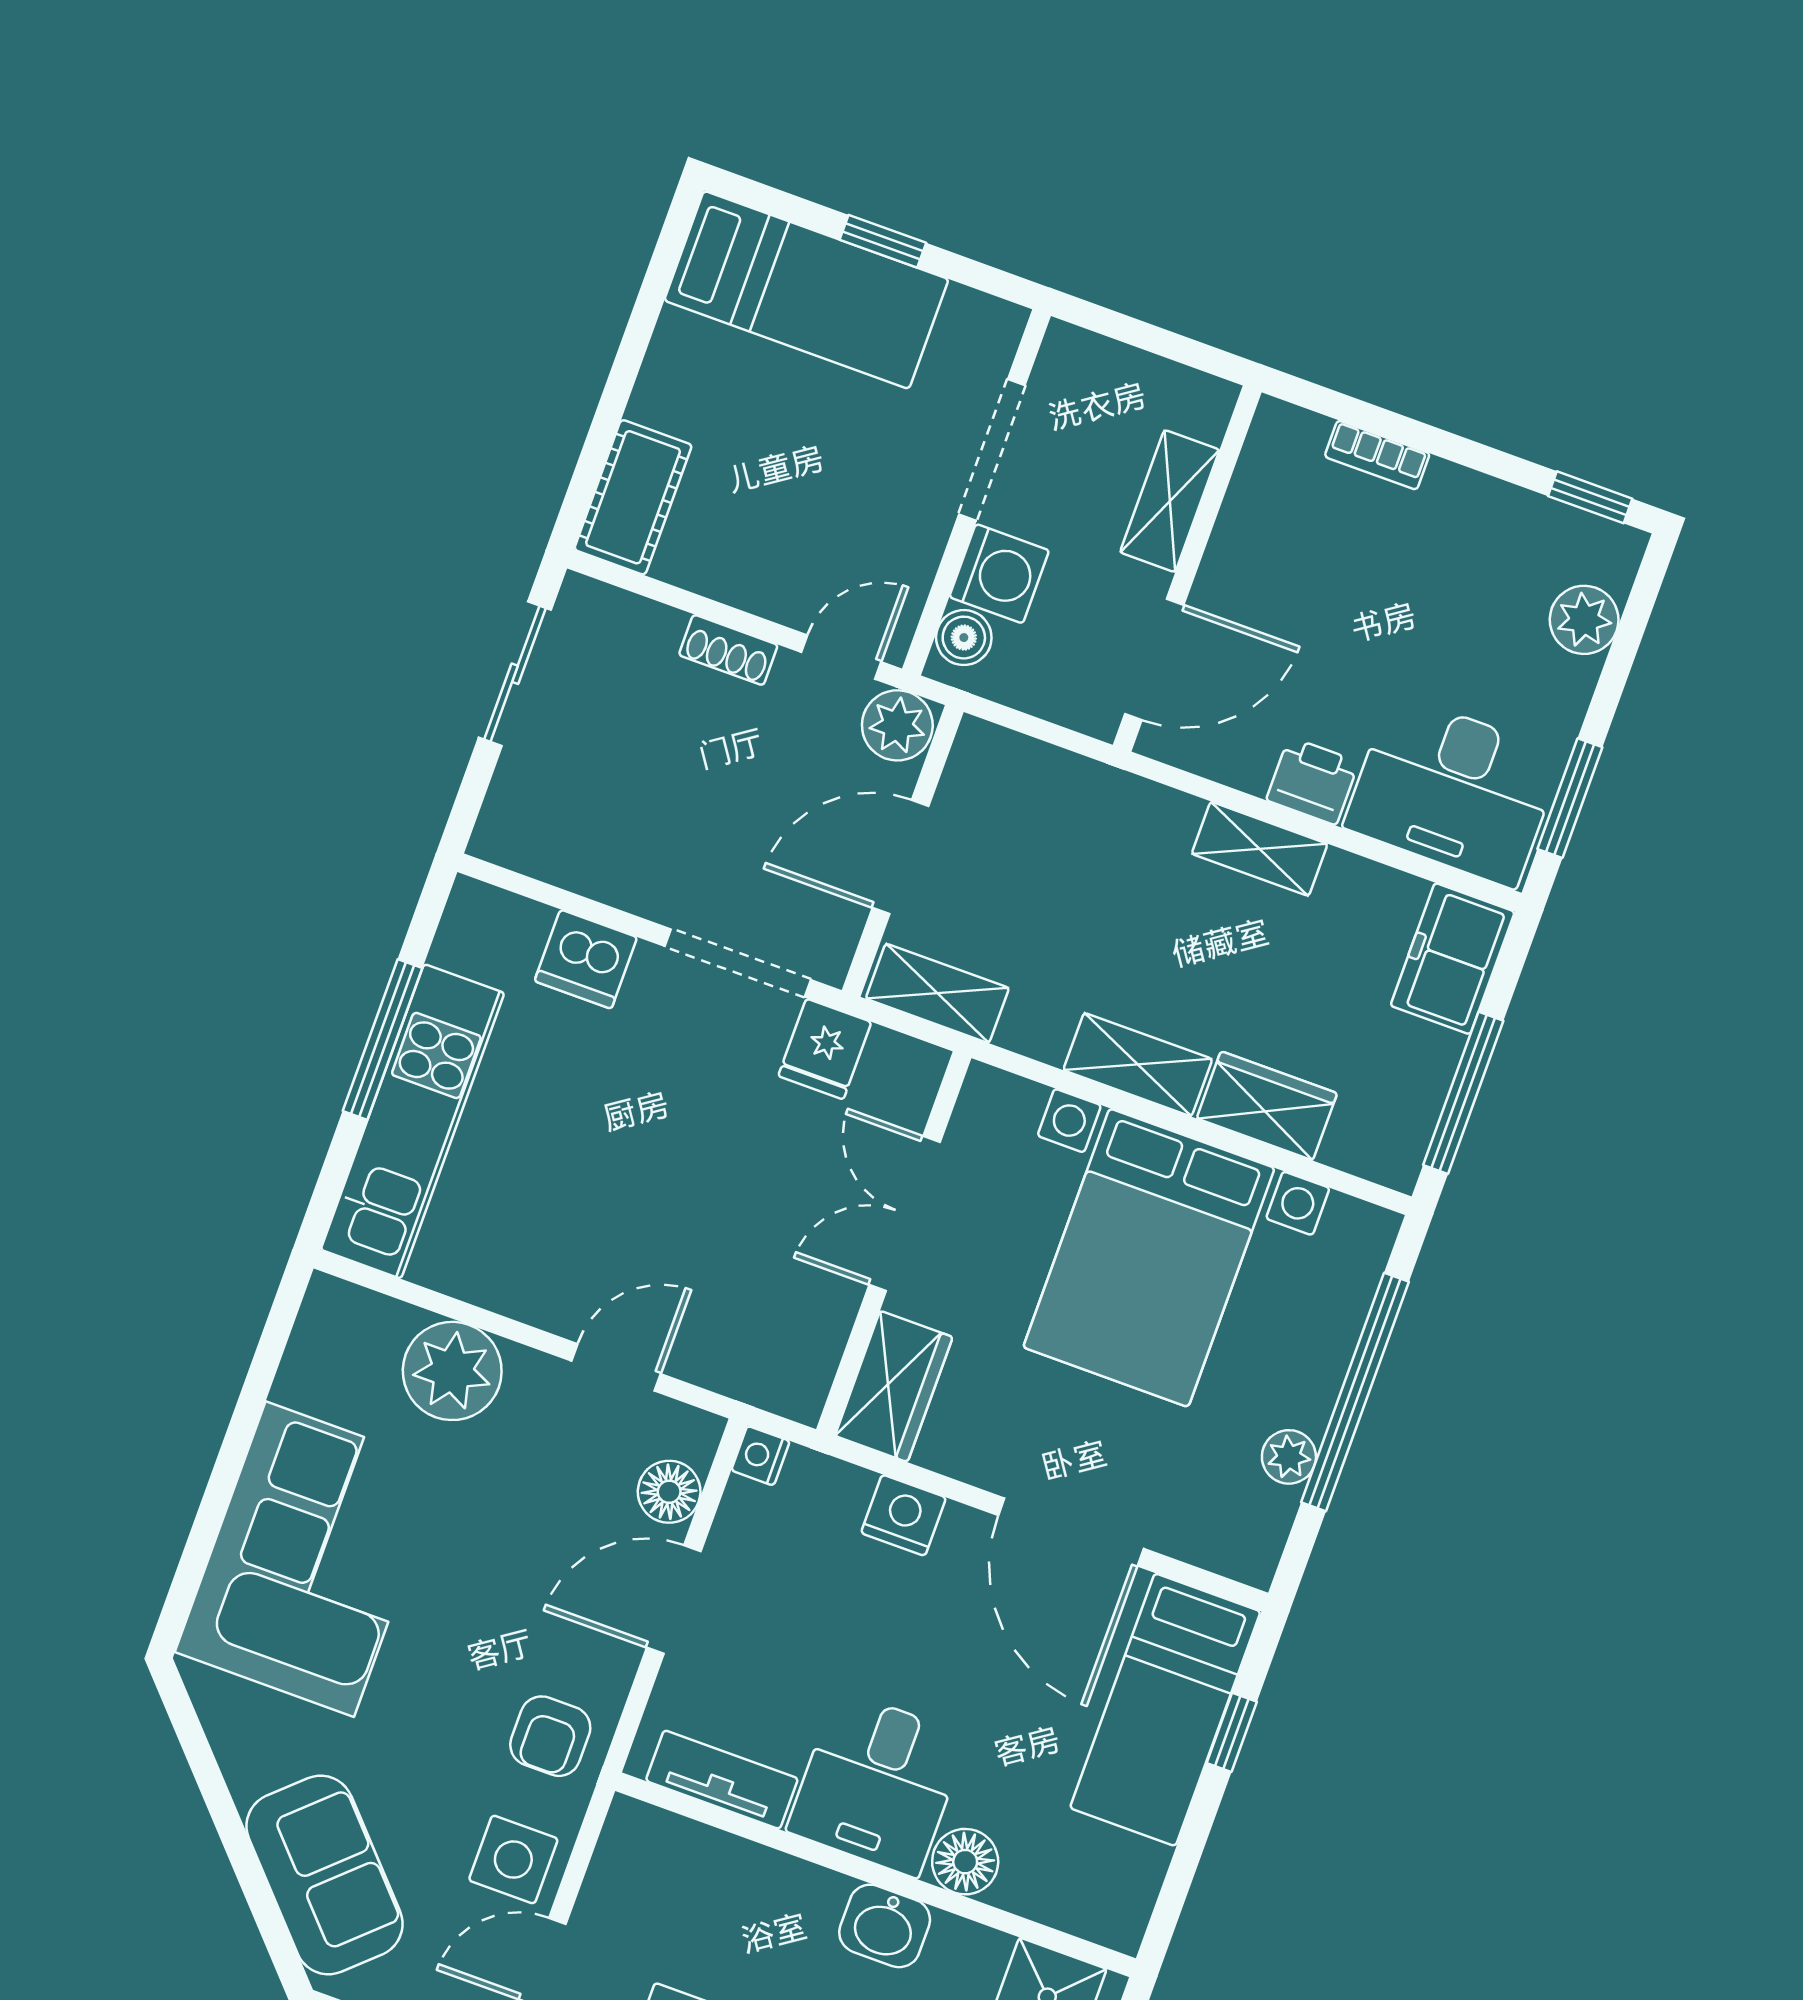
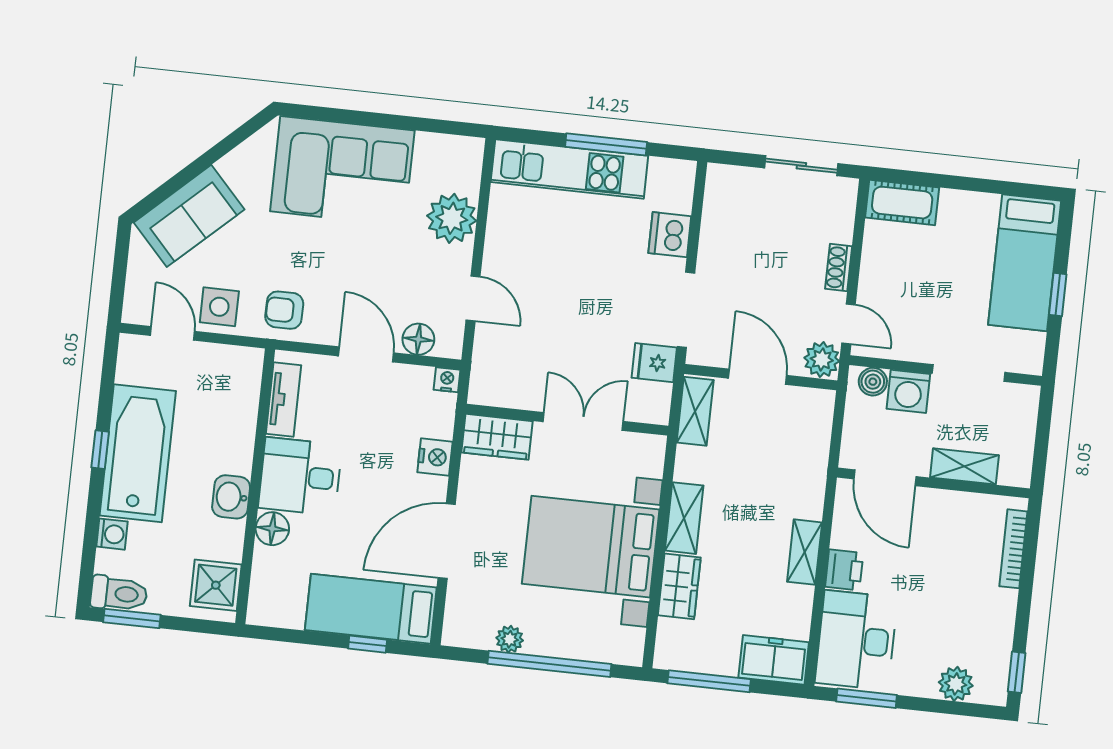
bookcase: (1377, 455) -> (1013, 549), width x1.56

